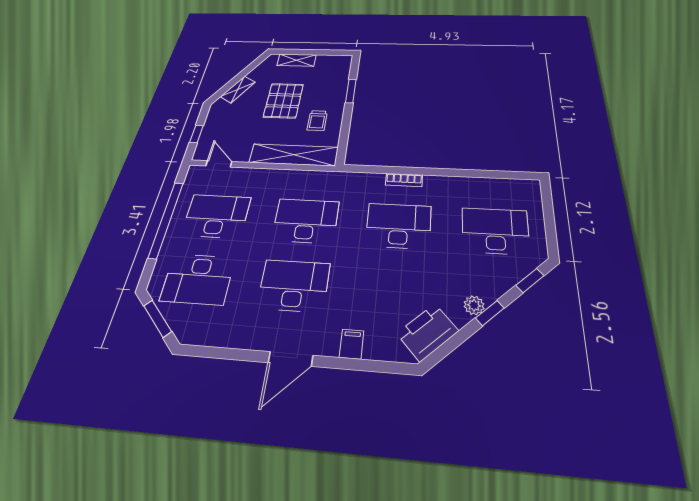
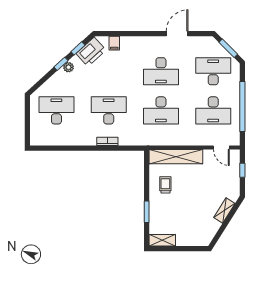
shelving: (297, 60) -> (162, 240), moved
pallet: (283, 100) -> (191, 201), removed
desk: (399, 226) -> (109, 110), turned 180
desk: (495, 231) -> (56, 110), turned 180
window: (530, 280) -> (78, 48), moved
filing cabinet: (352, 344) -> (114, 43), moved
door: (291, 359) -> (177, 34), moved

